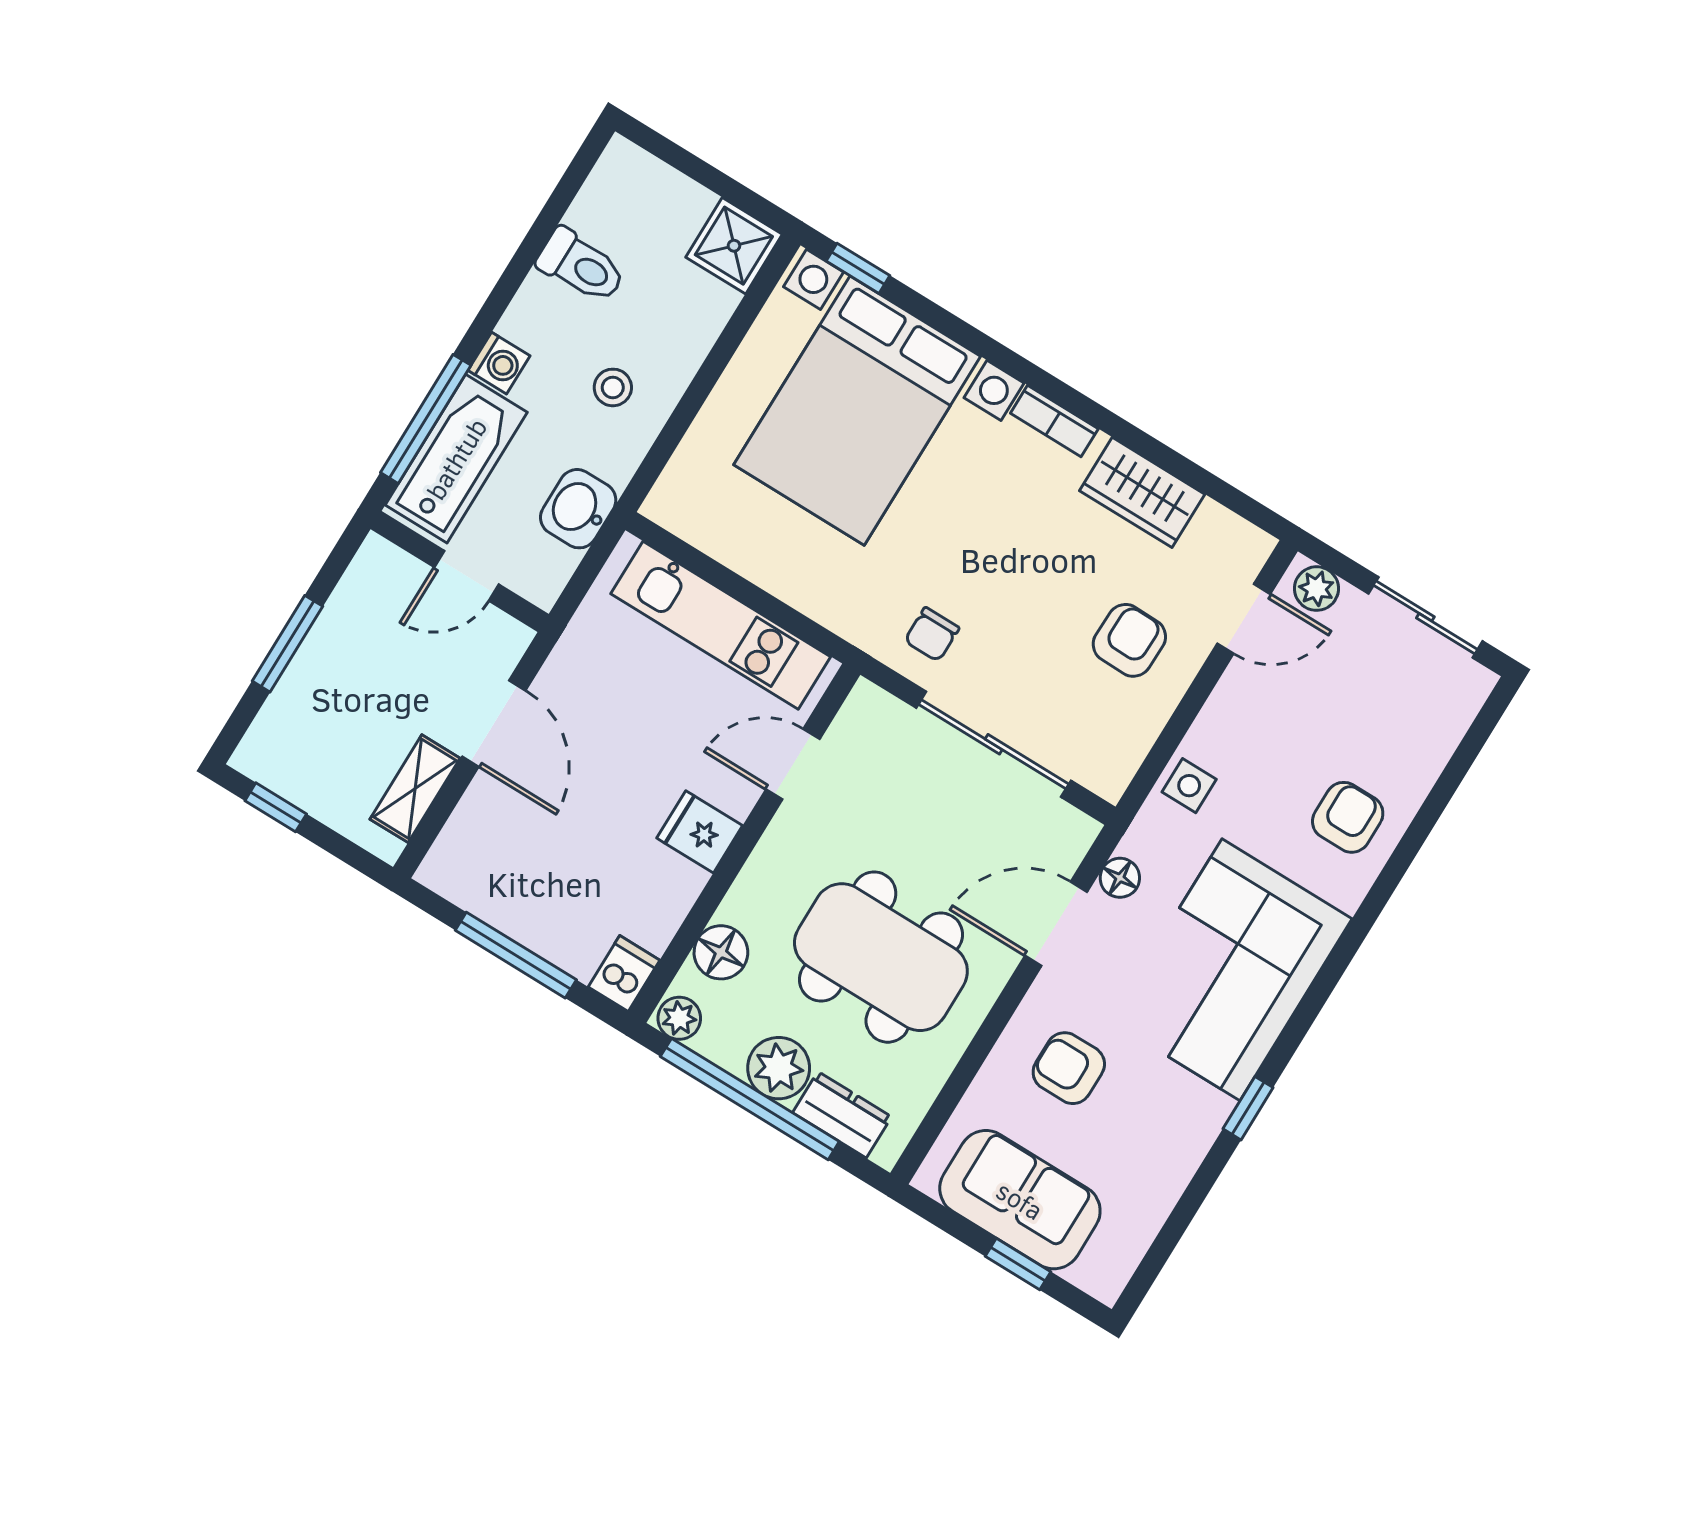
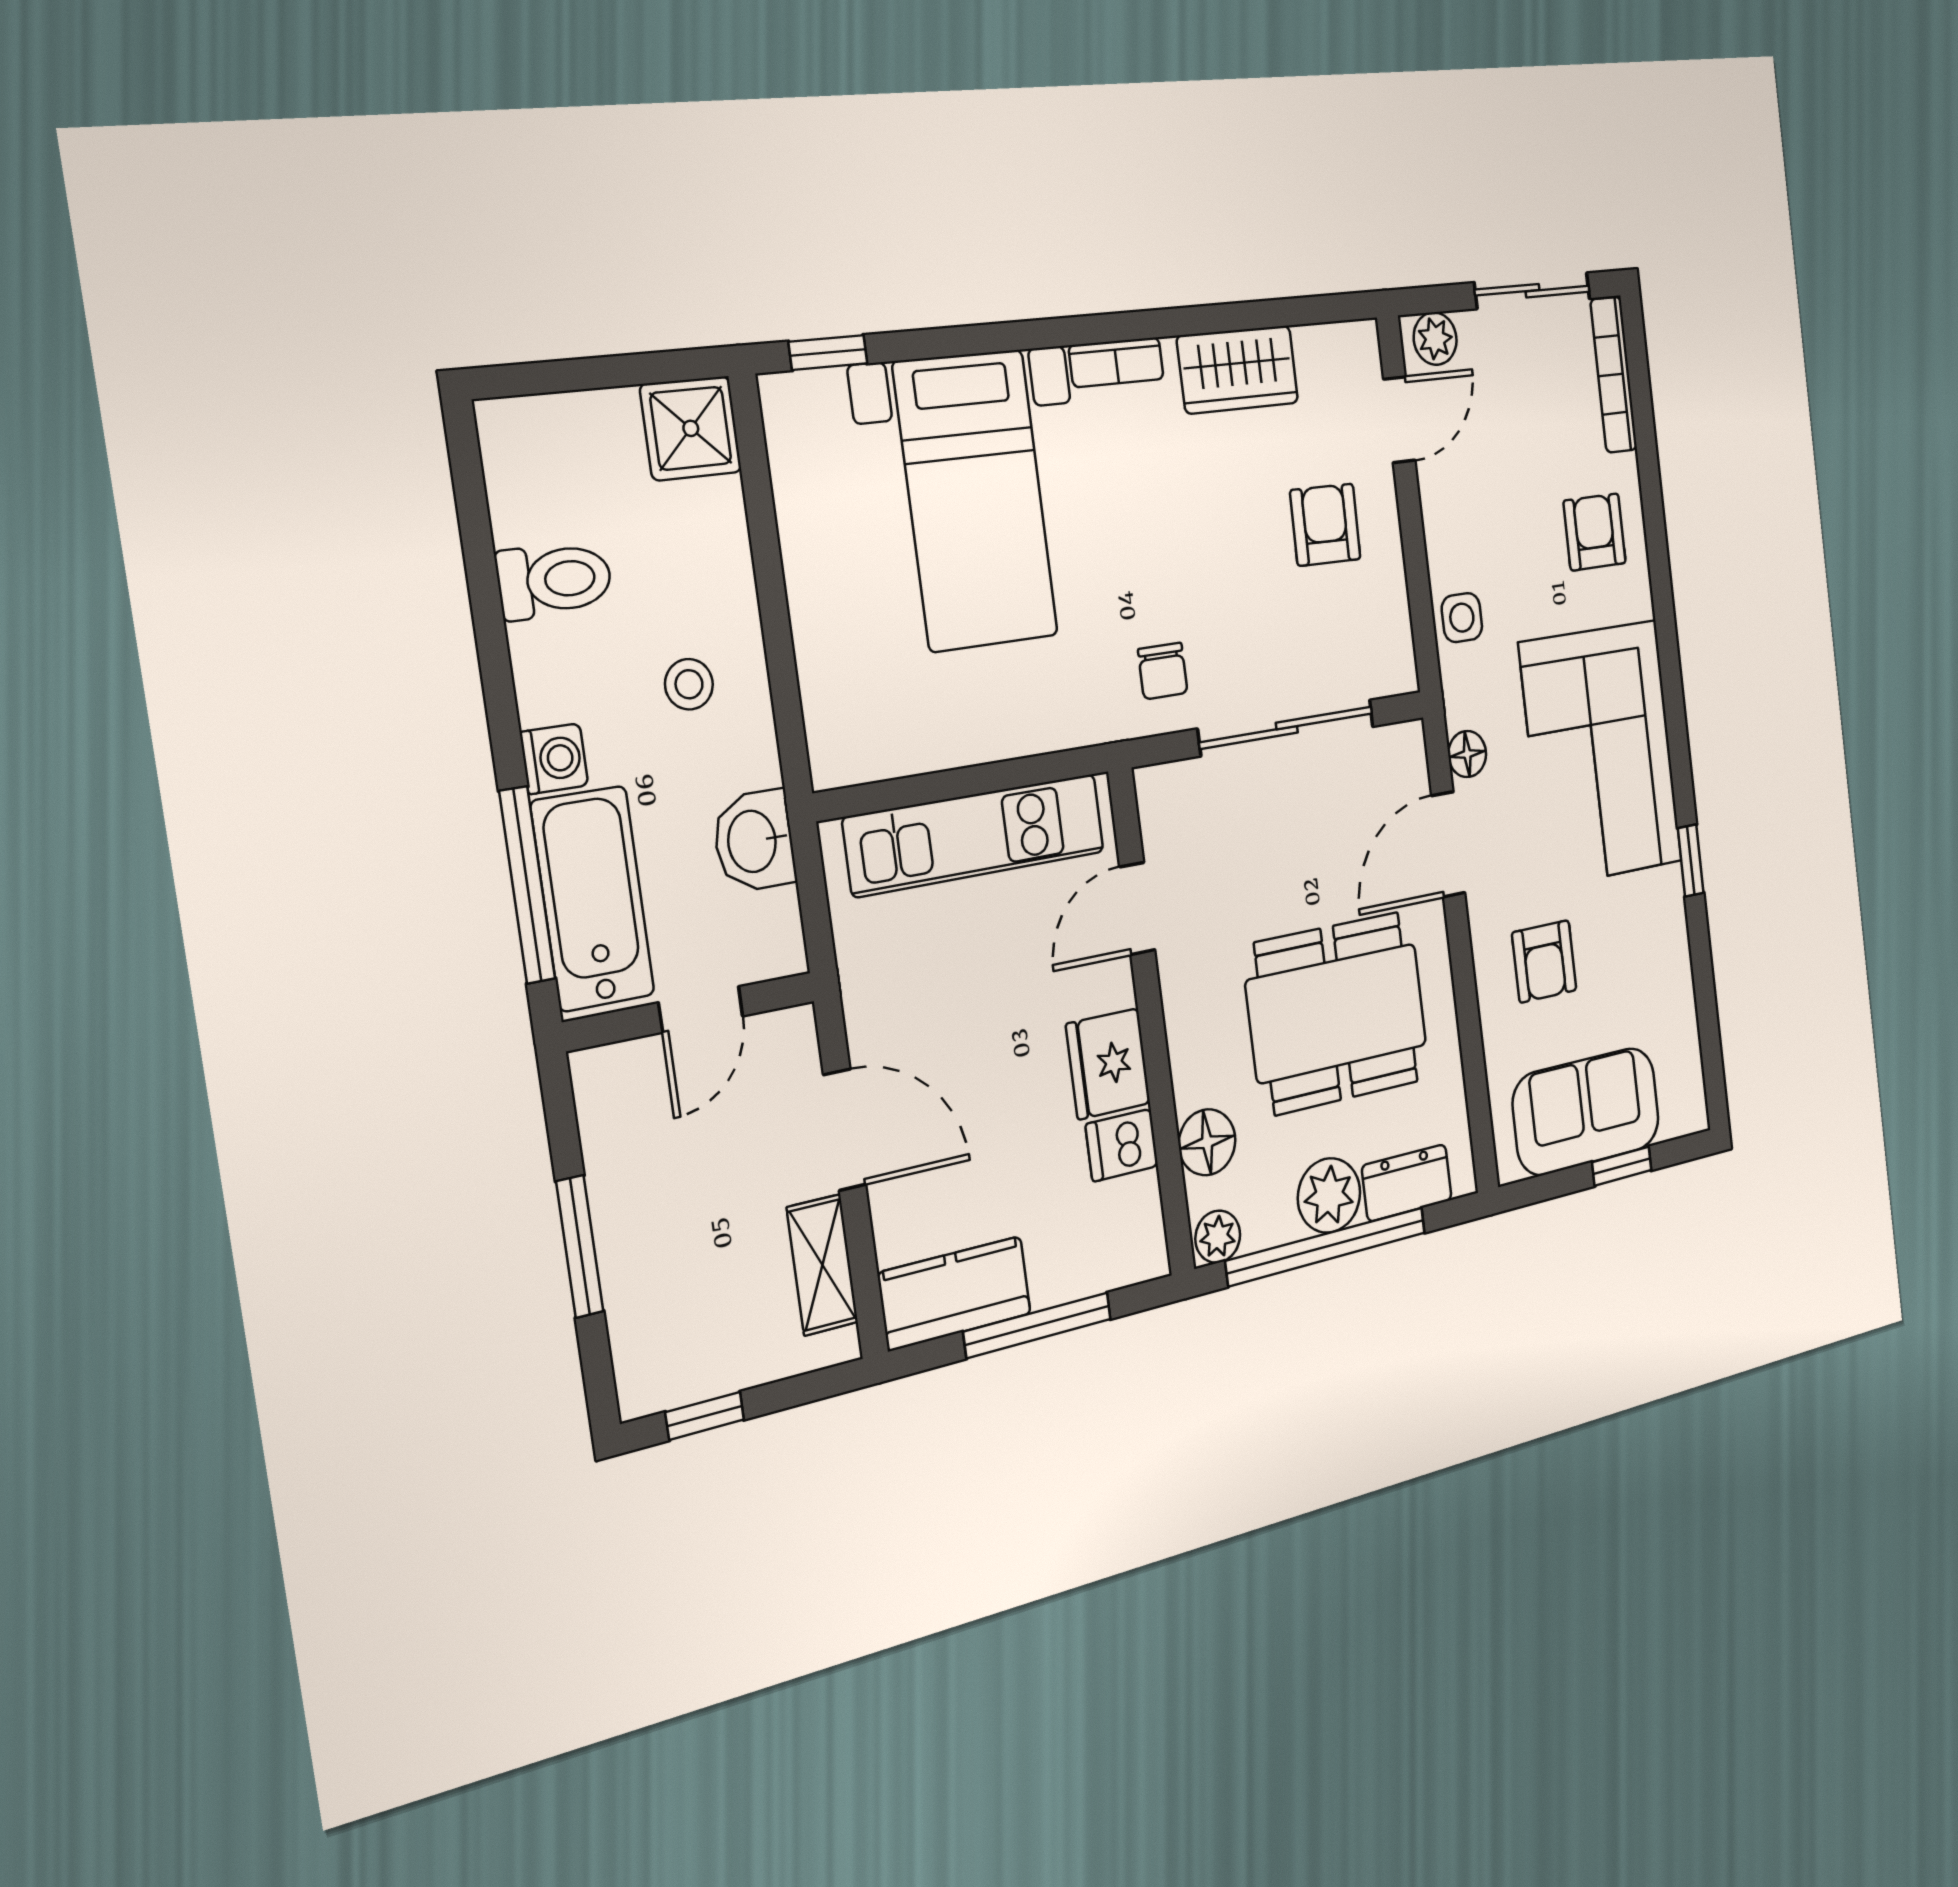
bed with nightstands: (857, 411) -> (976, 500), width x0.73
bookcase: (1451, 725) -> (1614, 375), added
fridge: (700, 832) -> (1108, 1064), width x1.38
kitchen counter: (480, 884) -> (955, 1293), added
dishwasher: (624, 974) -> (1122, 1145), moved, turned -90
armchair: (1069, 1068) -> (1544, 961), turned -90

